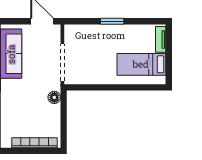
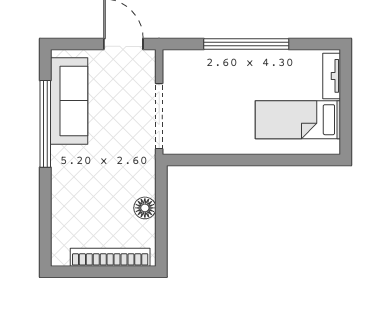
window: (112, 21) -> (246, 44), width x2.11
floor lamp: (54, 97) -> (145, 208), moved

